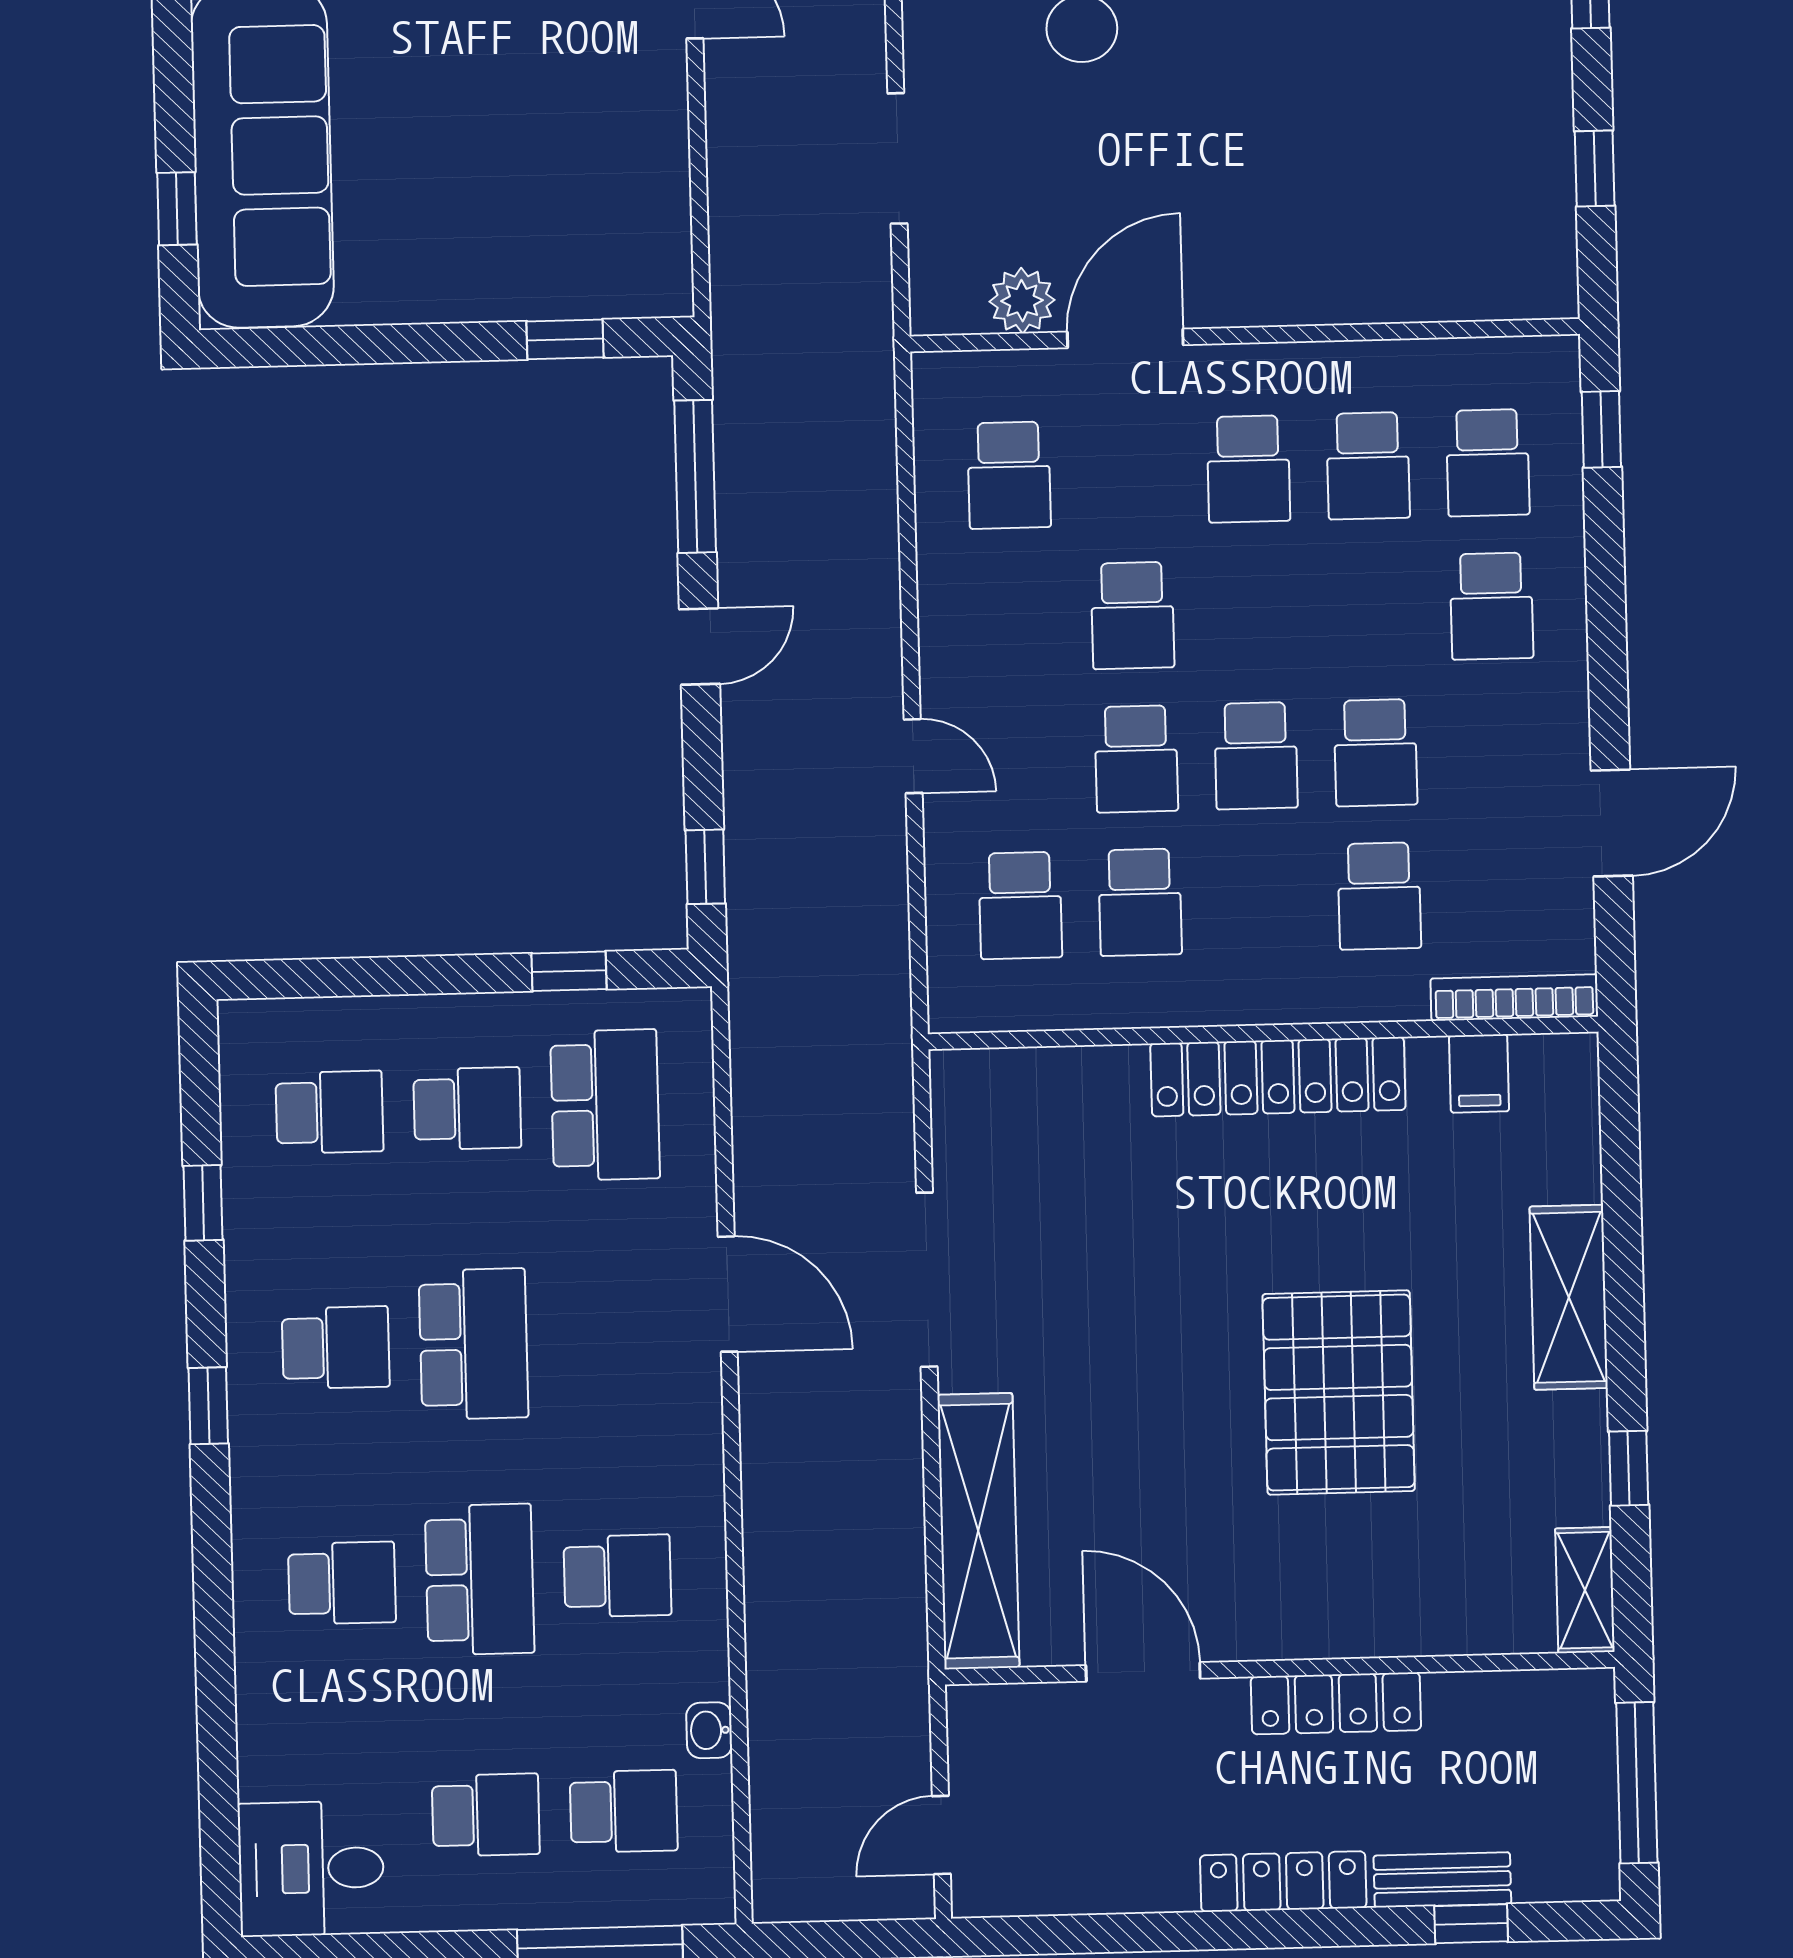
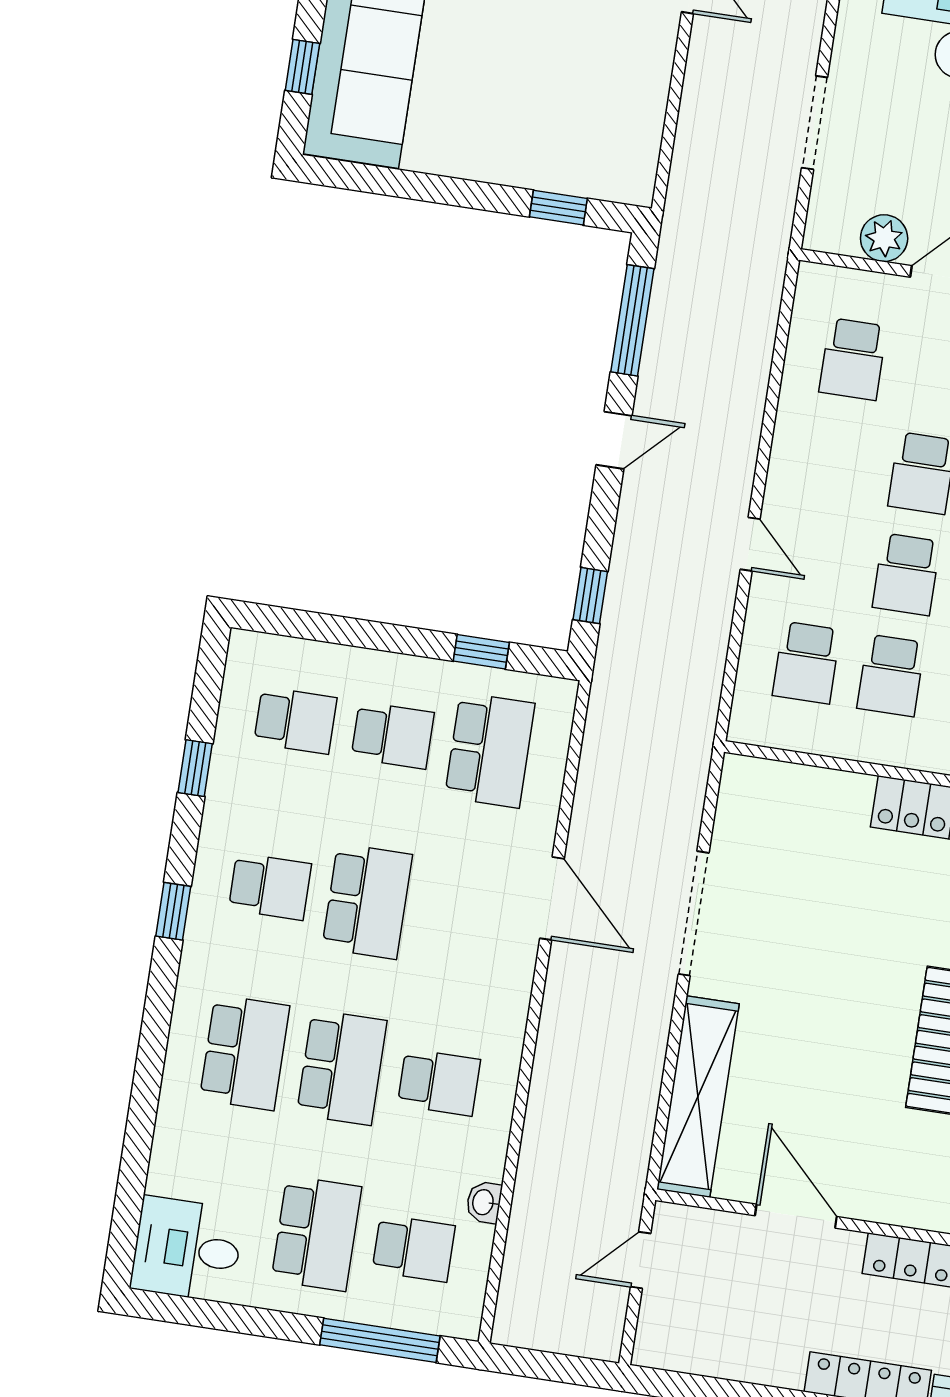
school desk: (342, 1583) -> (245, 1053), width x1.85
school desk: (486, 1815) -> (316, 1234), width x1.85
door: (941, 1835) -> (641, 1260), moved

